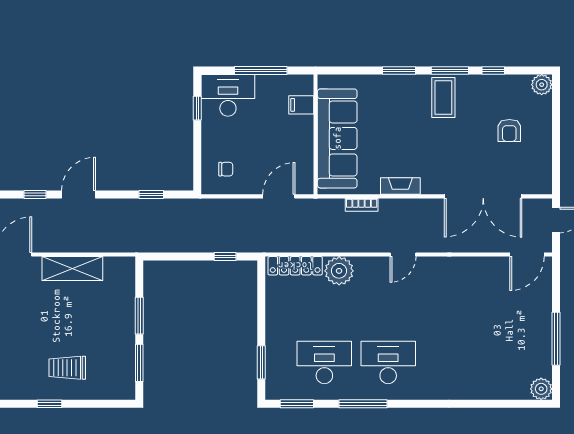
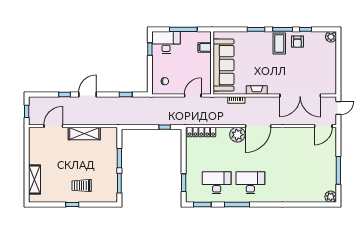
armchair: (509, 130) -> (297, 42), moved
door: (403, 255) -> (258, 126), width x1.87
plant: (339, 271) -> (237, 135), moved

